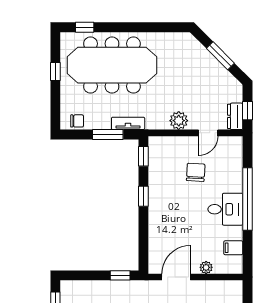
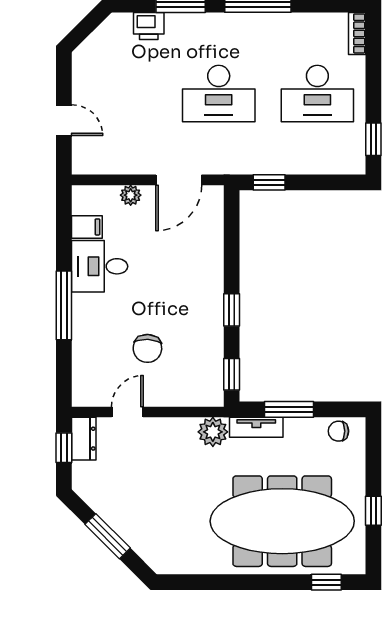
plant: (179, 121) -> (213, 432), moved
window: (247, 199) -> (64, 305), width x0.68
desk: (225, 209) -> (100, 266), moved

